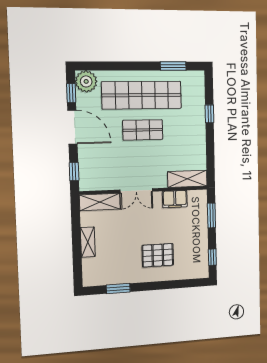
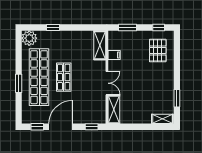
window: (173, 66) -> (19, 83), moved
plant: (86, 81) -> (29, 38), moved
filing cabinet: (175, 199) -> (114, 55), width x0.50
shelving: (88, 242) -> (162, 119), moved
pallet: (158, 255) -> (158, 50), moved

